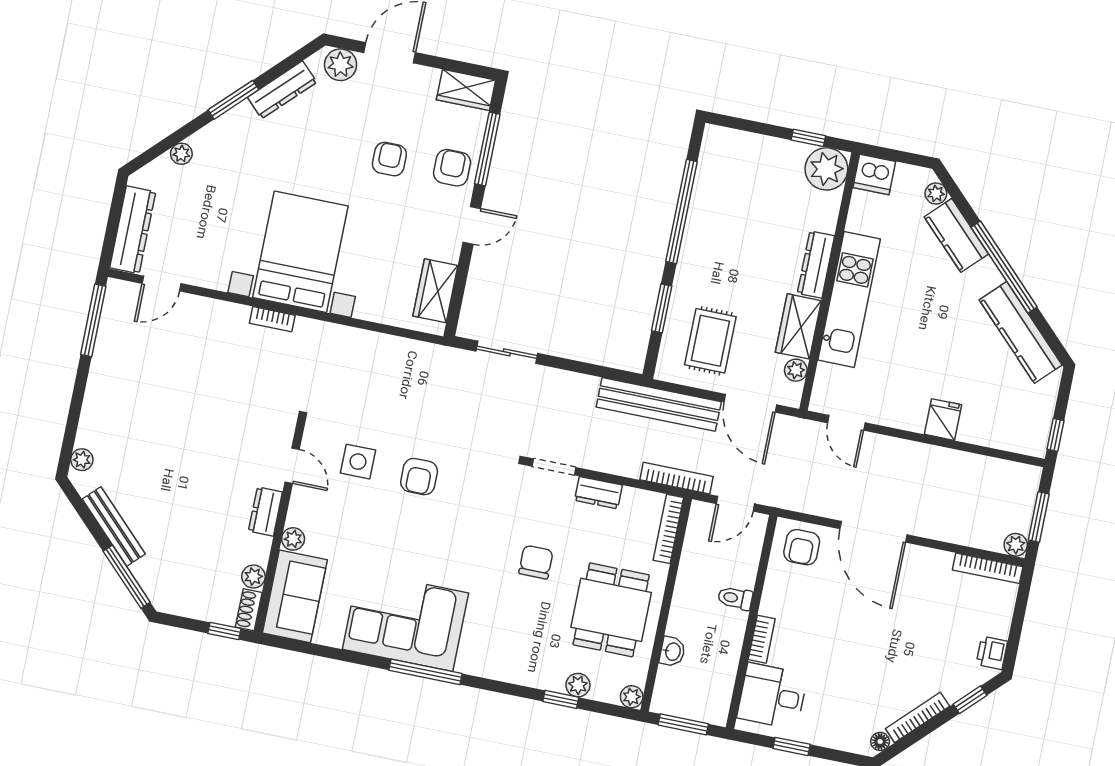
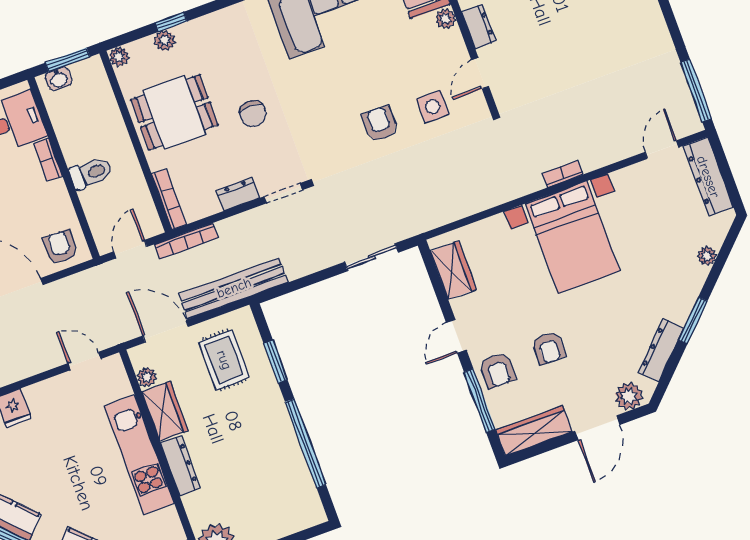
wardrobe: (466, 90) -> (534, 431), width x1.50
door: (292, 466) -> (480, 73), hinge flipped
toilet: (735, 598) -> (91, 173), width x1.37, depth x1.39
dining table: (611, 610) -> (174, 112), turned 90
washbasin: (672, 652) -> (59, 79), moved, turned -90

